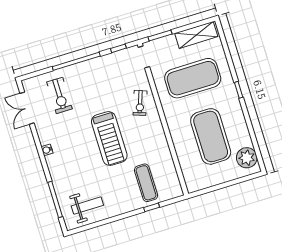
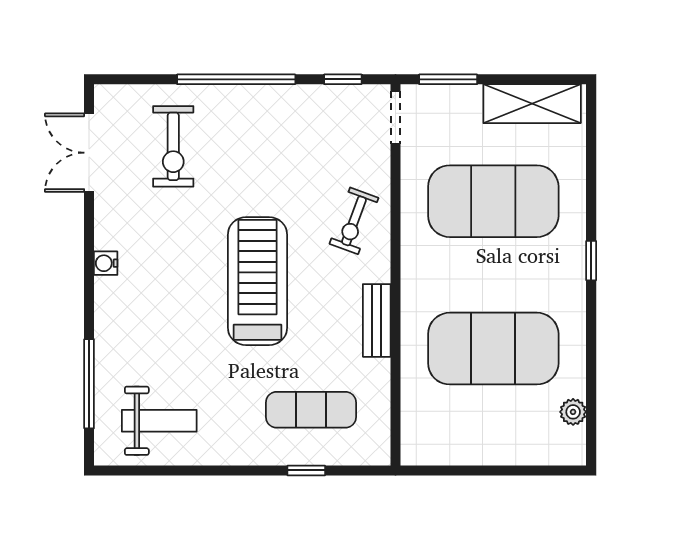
exercise mat: (211, 136) -> (493, 349), turned 90
treadmill: (109, 138) -> (257, 281), turned 180
bench: (161, 139) -> (377, 320), added
plant: (247, 158) -> (573, 412), width x0.53, depth x0.53
exercise mat: (146, 183) -> (311, 410), turned 90

